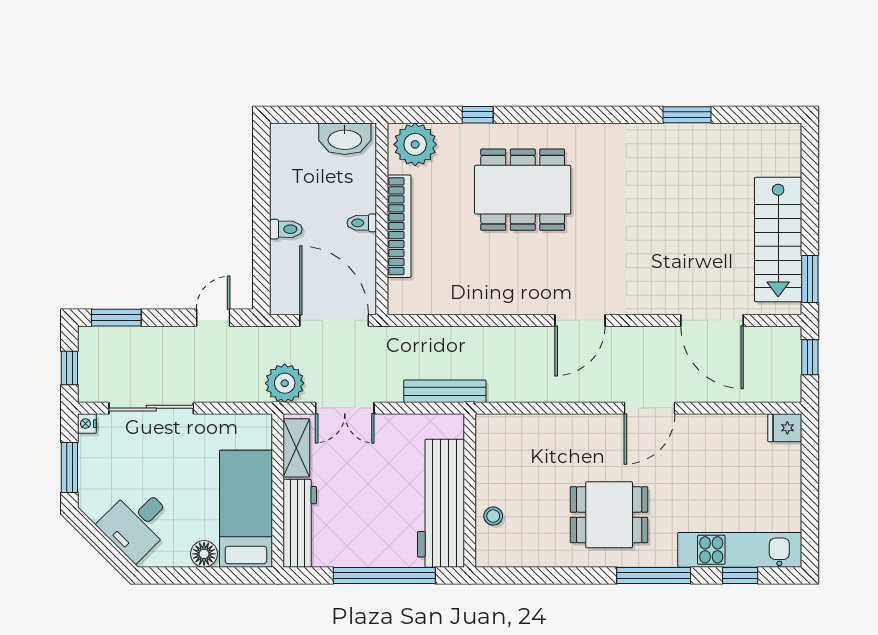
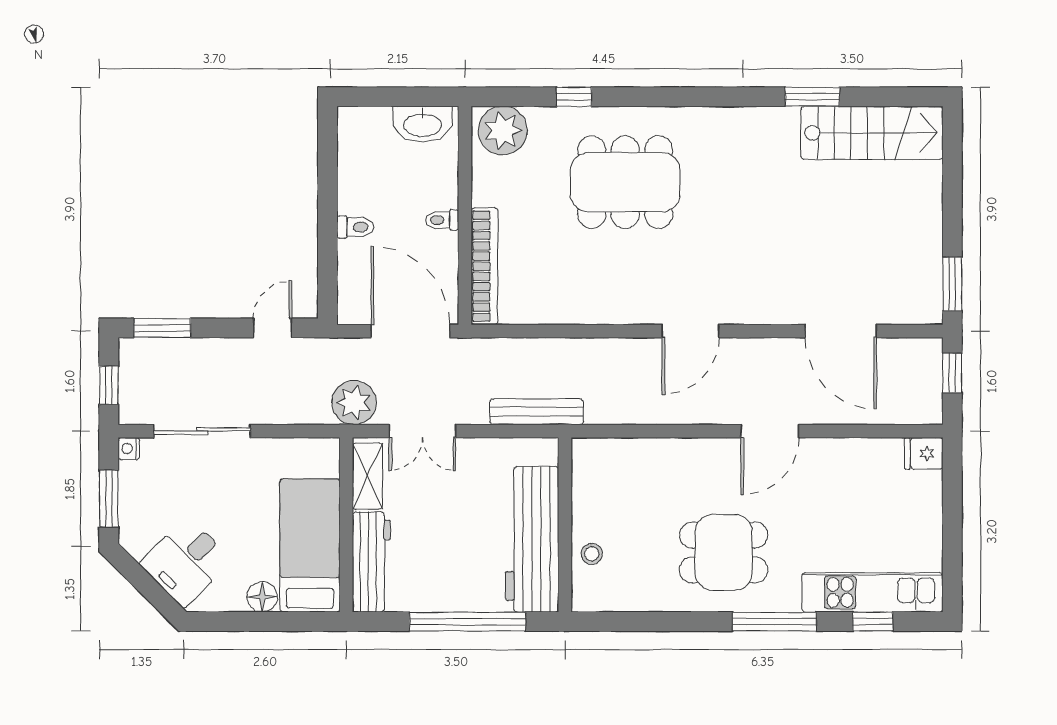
bookcase: (399, 226) -> (484, 266), moved
stairs: (778, 240) -> (872, 133), moved, turned -90

